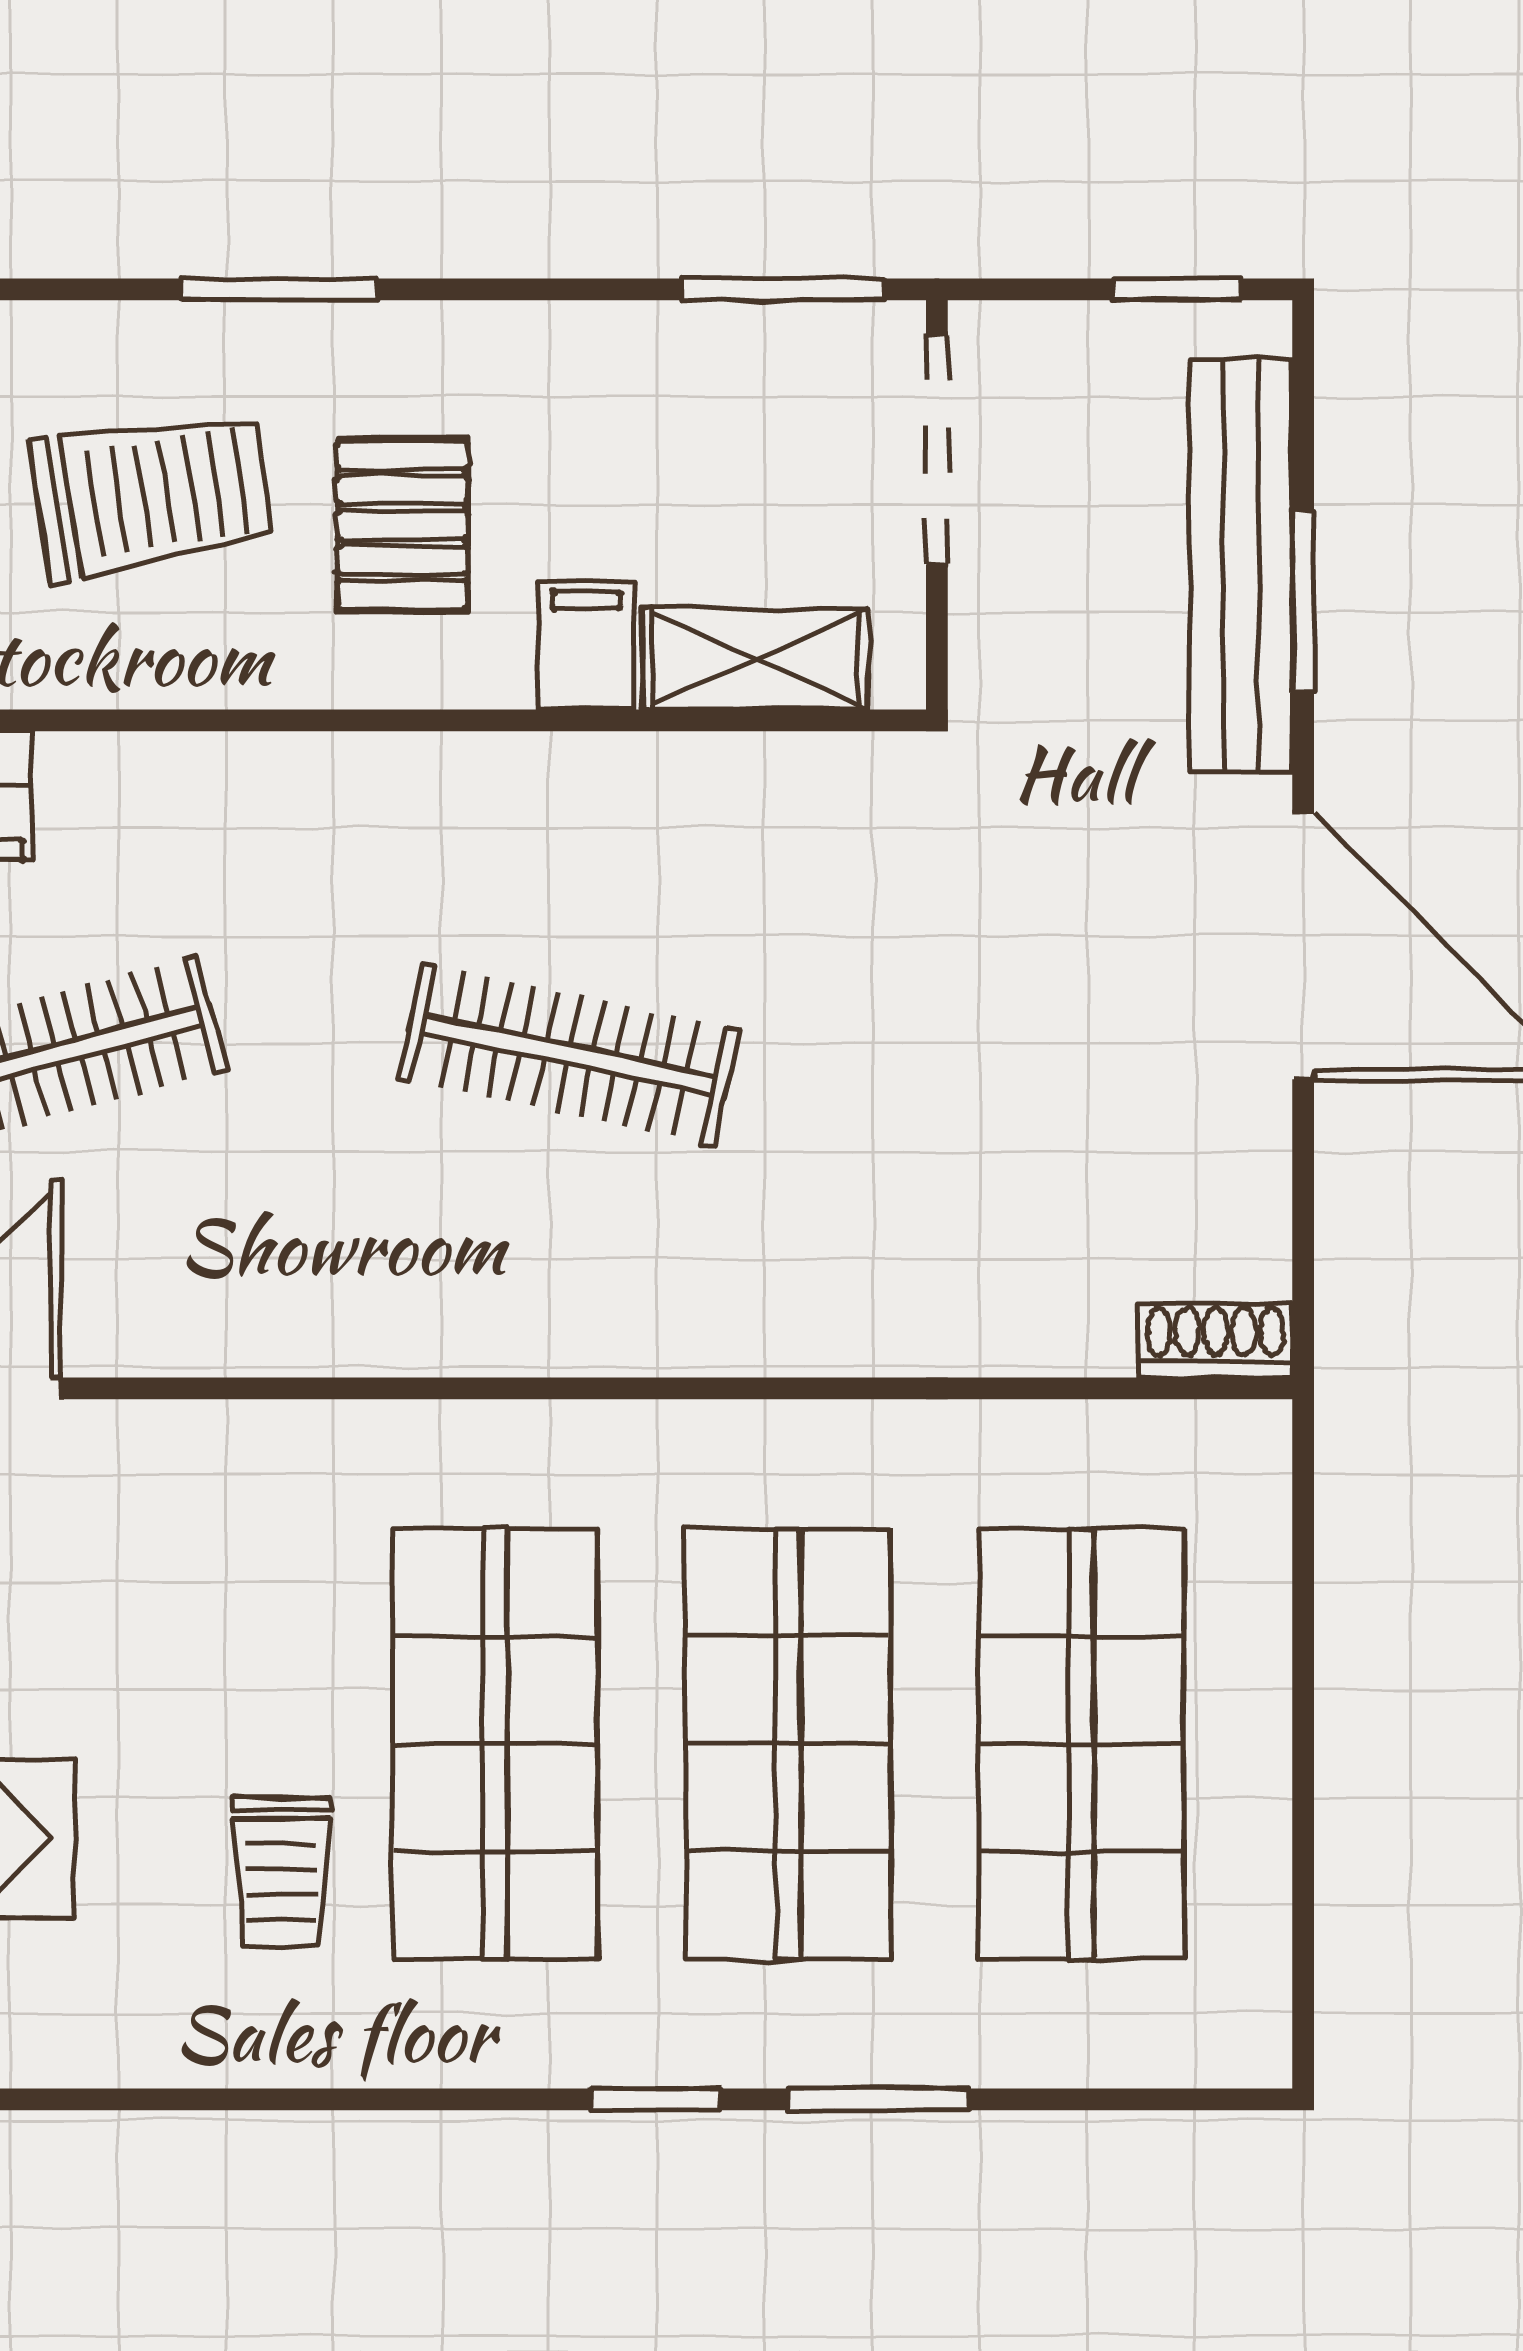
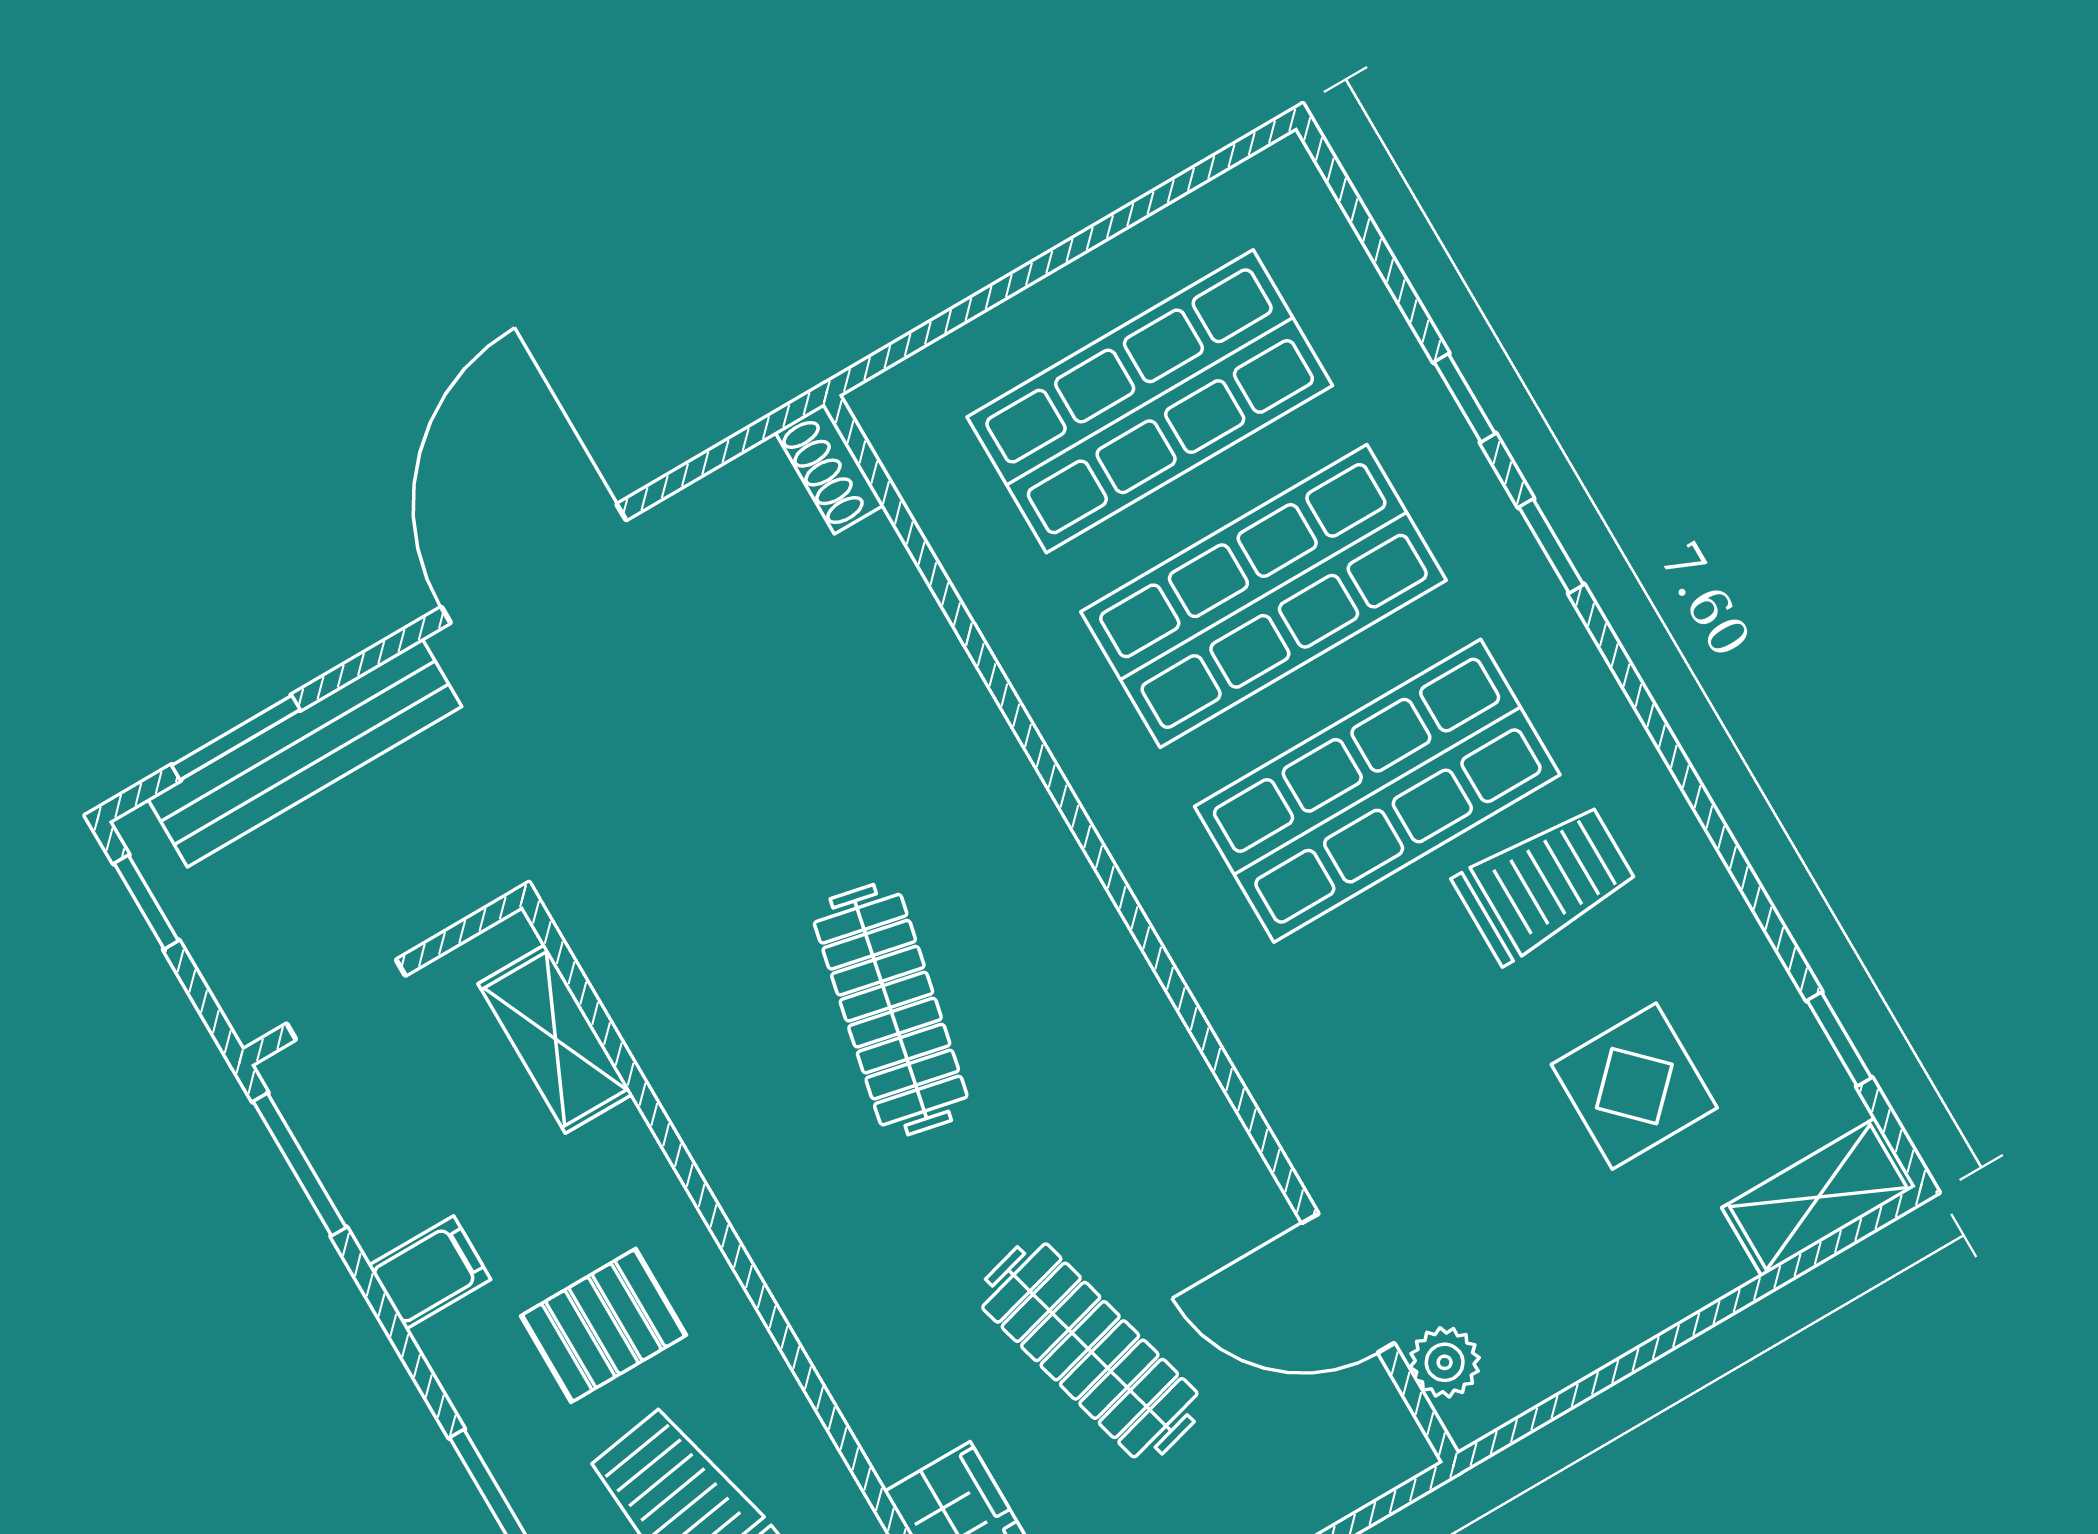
doorway: (937, 450) -> (346, 1000), width x0.73
window: (1303, 602) -> (236, 738), moved
filing cabinet: (586, 645) -> (430, 1272), moved, turned 180
trolley: (281, 1872) -> (1545, 883), width x1.36, depth x1.39
window: (879, 2099) -> (1465, 398), width x0.67

